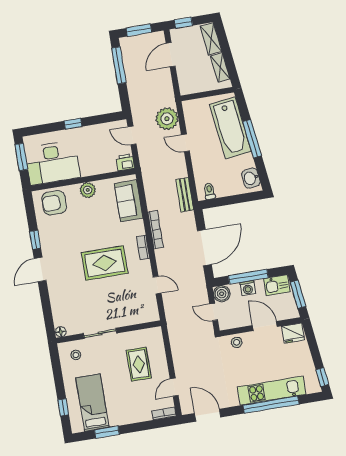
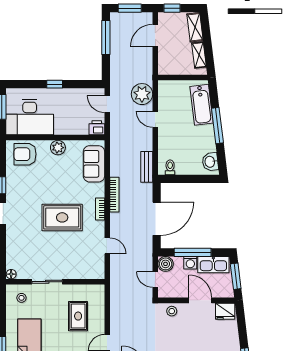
bathtub: (230, 128) -> (202, 105), width x0.73, depth x0.73
kitchen sink: (277, 285) -> (213, 265), width x1.38

